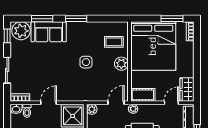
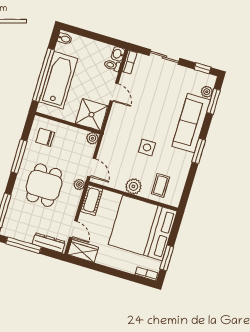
window: (42, 19) -> (213, 101), moved
plant: (21, 31) -> (207, 92), width x0.53, depth x0.53
sofa: (49, 32) -> (191, 123), width x1.36

